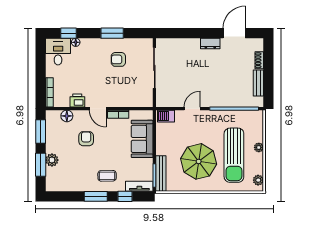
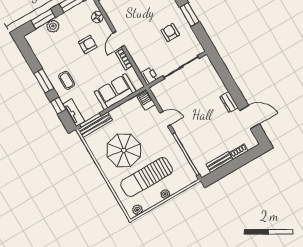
printer: (77, 100) -> (149, 76), moved

